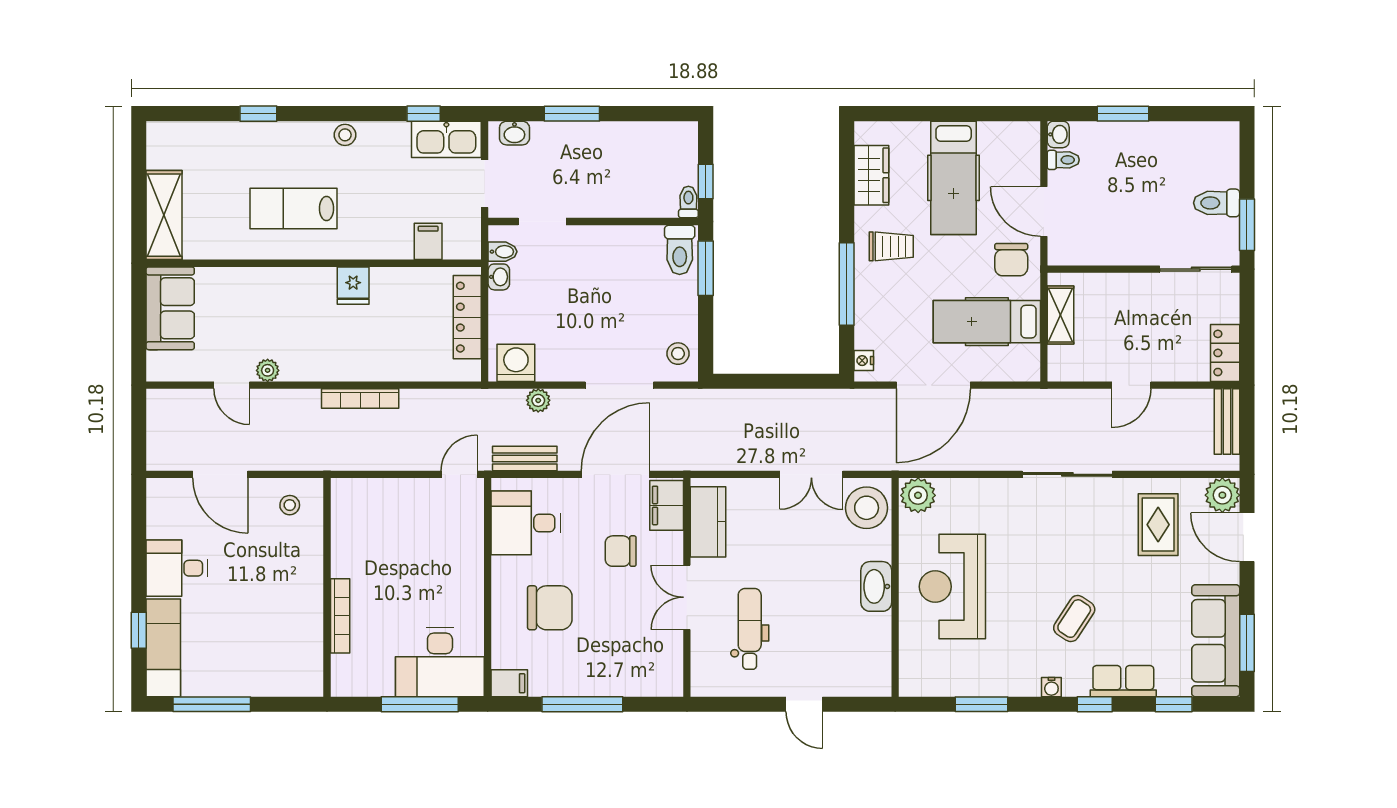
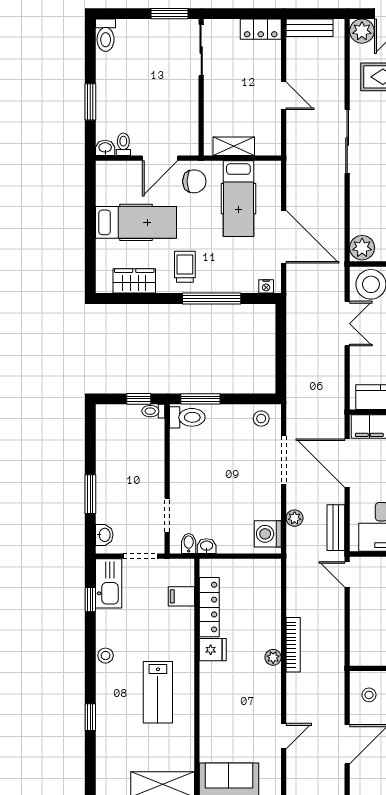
toilet: (1217, 203) -> (106, 35), moved
locker: (467, 317) -> (209, 607), moved, turned -90
plant: (268, 370) -> (273, 657), moved

